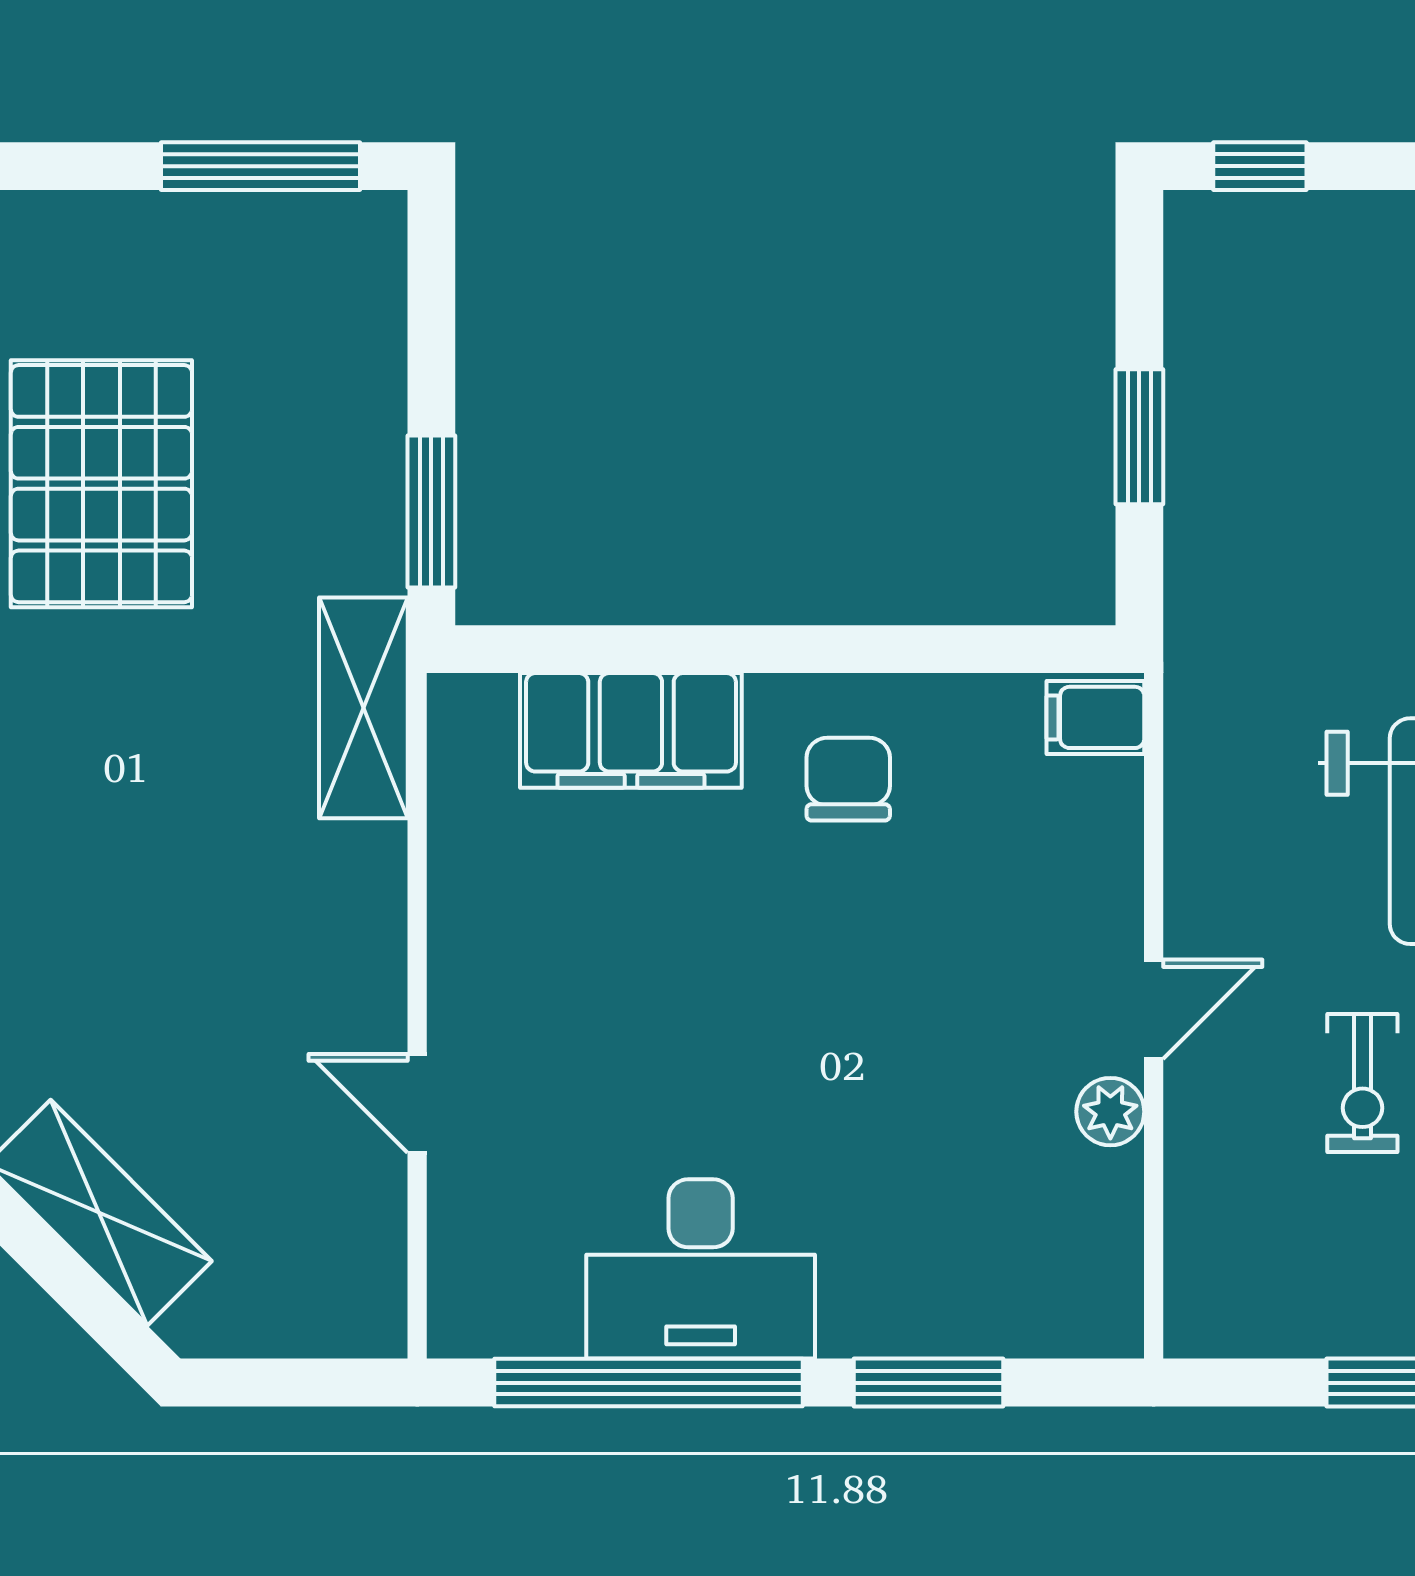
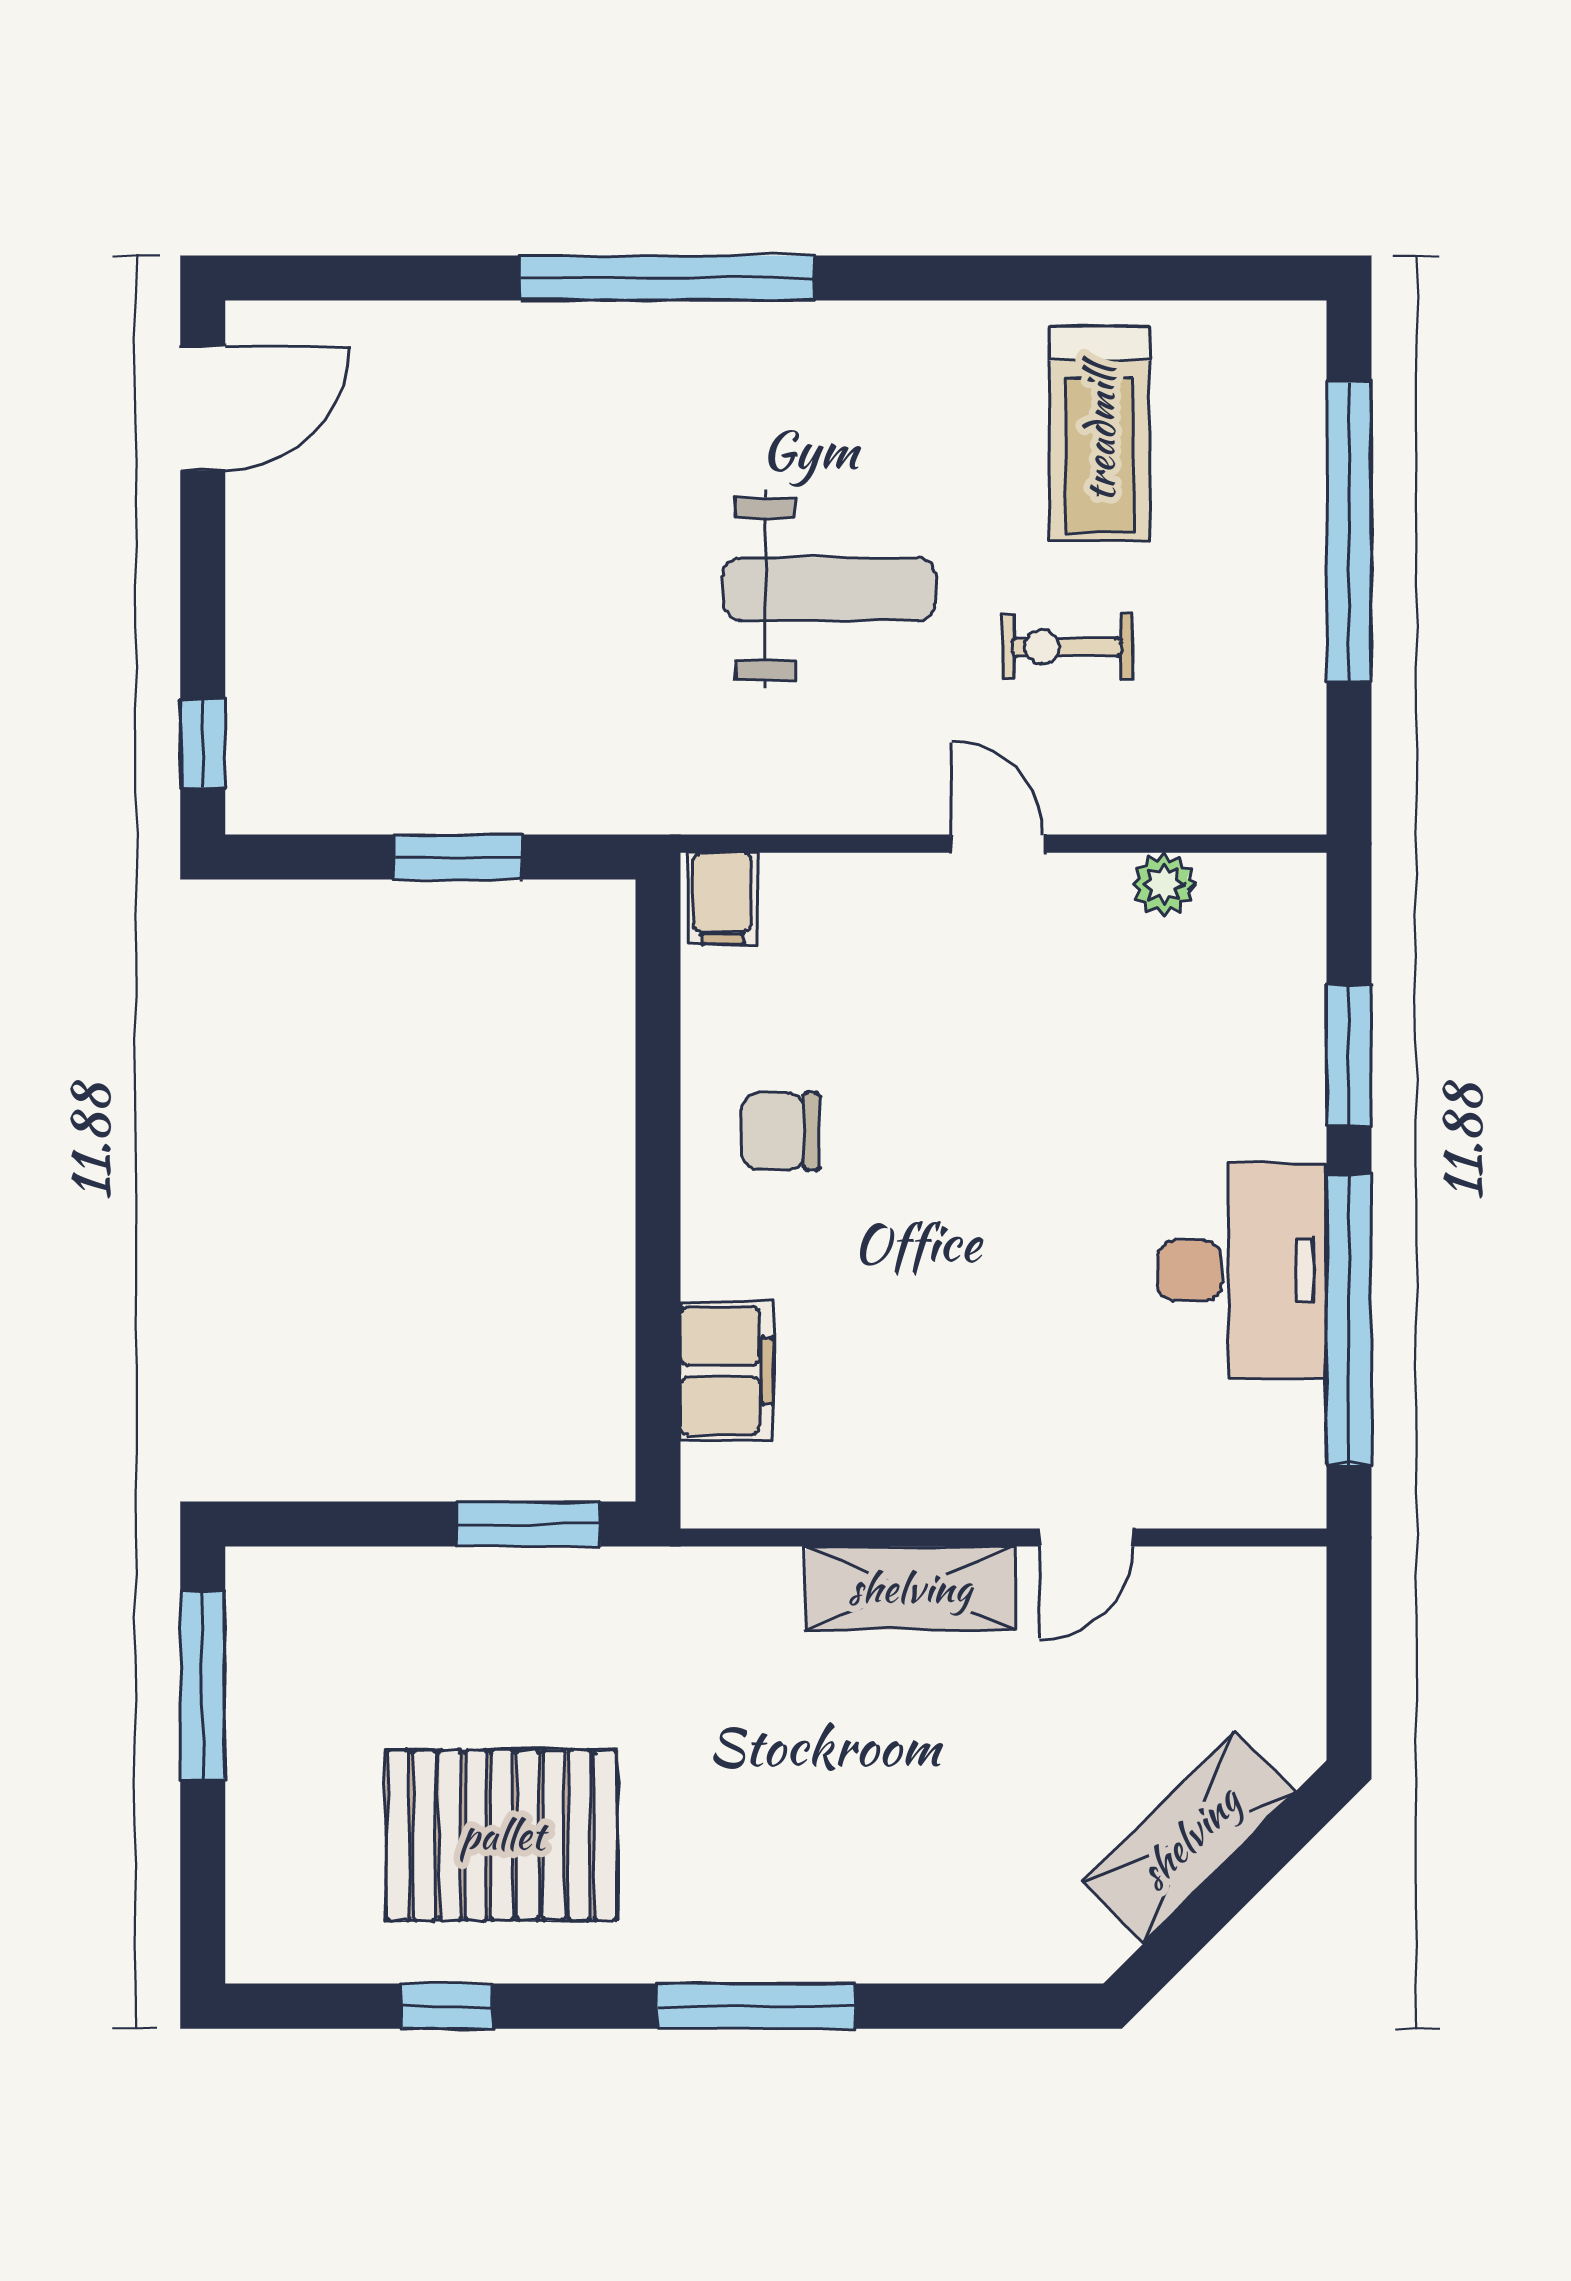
shelving: (363, 708) -> (910, 1588), moved
filing cabinet: (631, 730) -> (727, 1371), width x0.67, depth x0.86
exercise bike: (1362, 1083) -> (1067, 647), turned 180
plant: (1110, 1112) -> (1164, 884), moved

